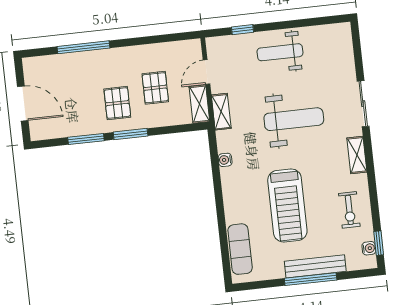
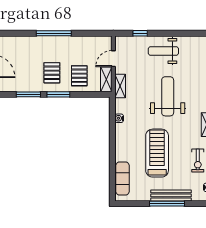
window: (83, 47) -> (54, 33), moved
pallet: (155, 88) -> (79, 76), moved
weight bench: (294, 119) -> (168, 96), turned -90
treadmill: (287, 205) -> (157, 153), turned 180

